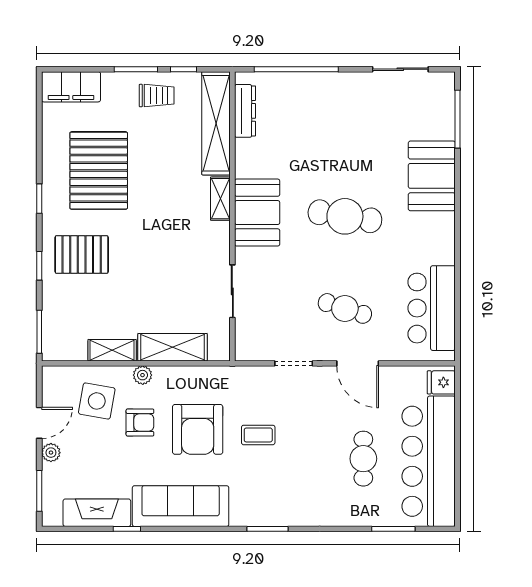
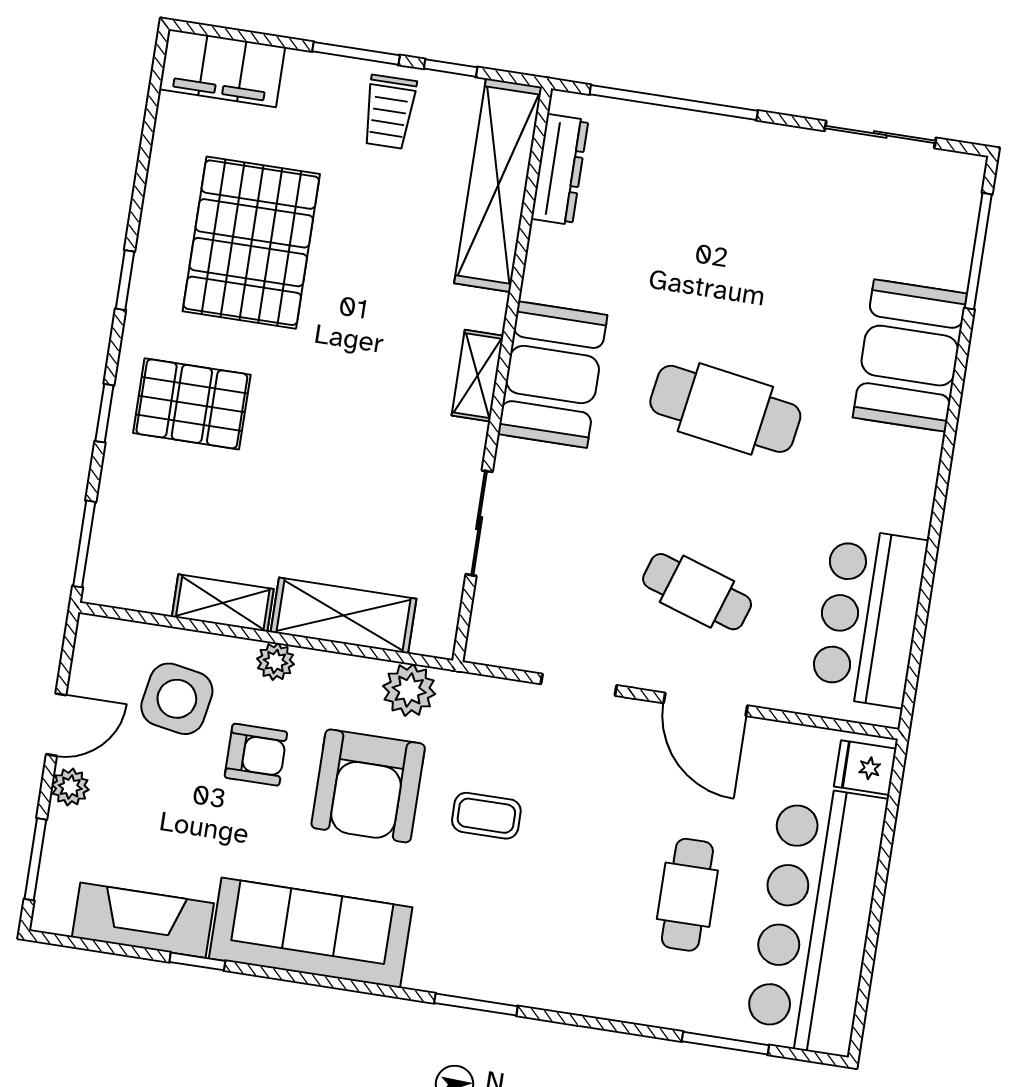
trolley: (157, 96) -> (389, 112), turned 90
shelving: (220, 199) -> (477, 376), moved
plant: (211, 379) -> (409, 690), added

